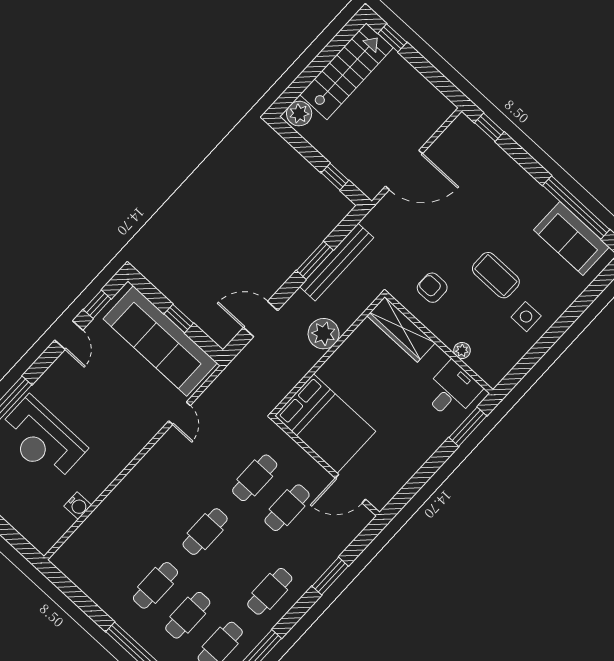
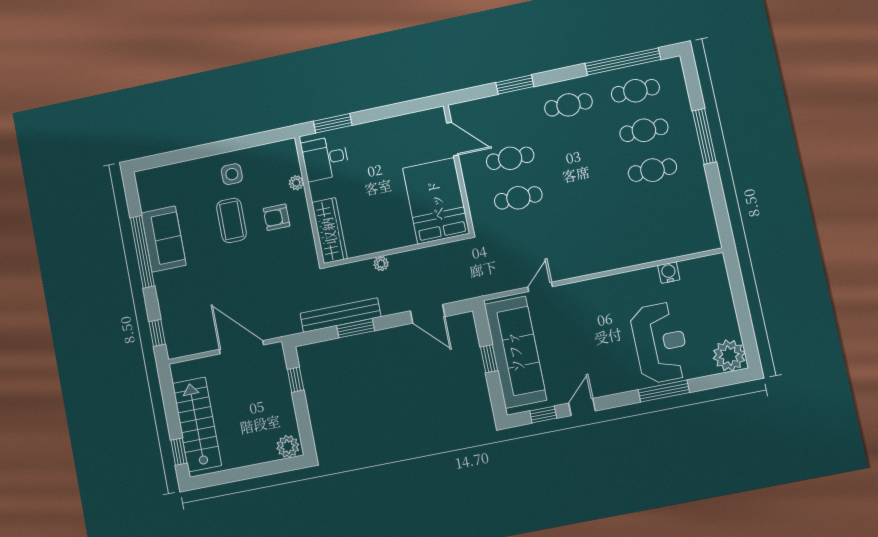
stairs: (346, 71) -> (197, 424), moved, turned 90
window: (576, 207) -> (142, 252), moved
sofa: (571, 238) -> (164, 239), moved
armchair: (432, 288) -> (277, 217), moved, turned 90
plant: (324, 334) -> (381, 264), width x0.53, depth x0.53
cafe table: (205, 532) -> (585, 184), removed

